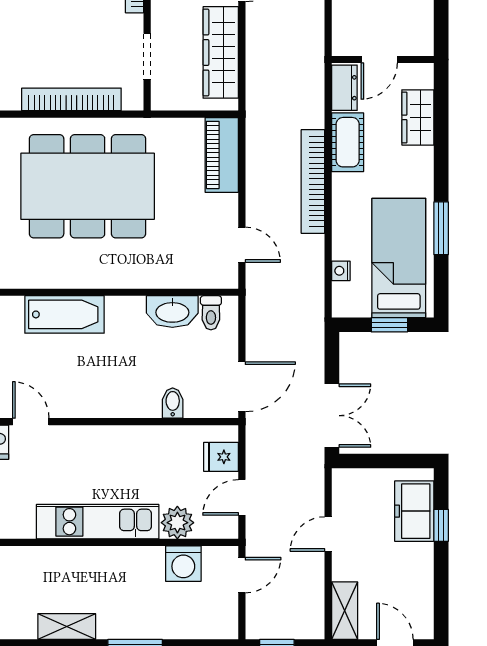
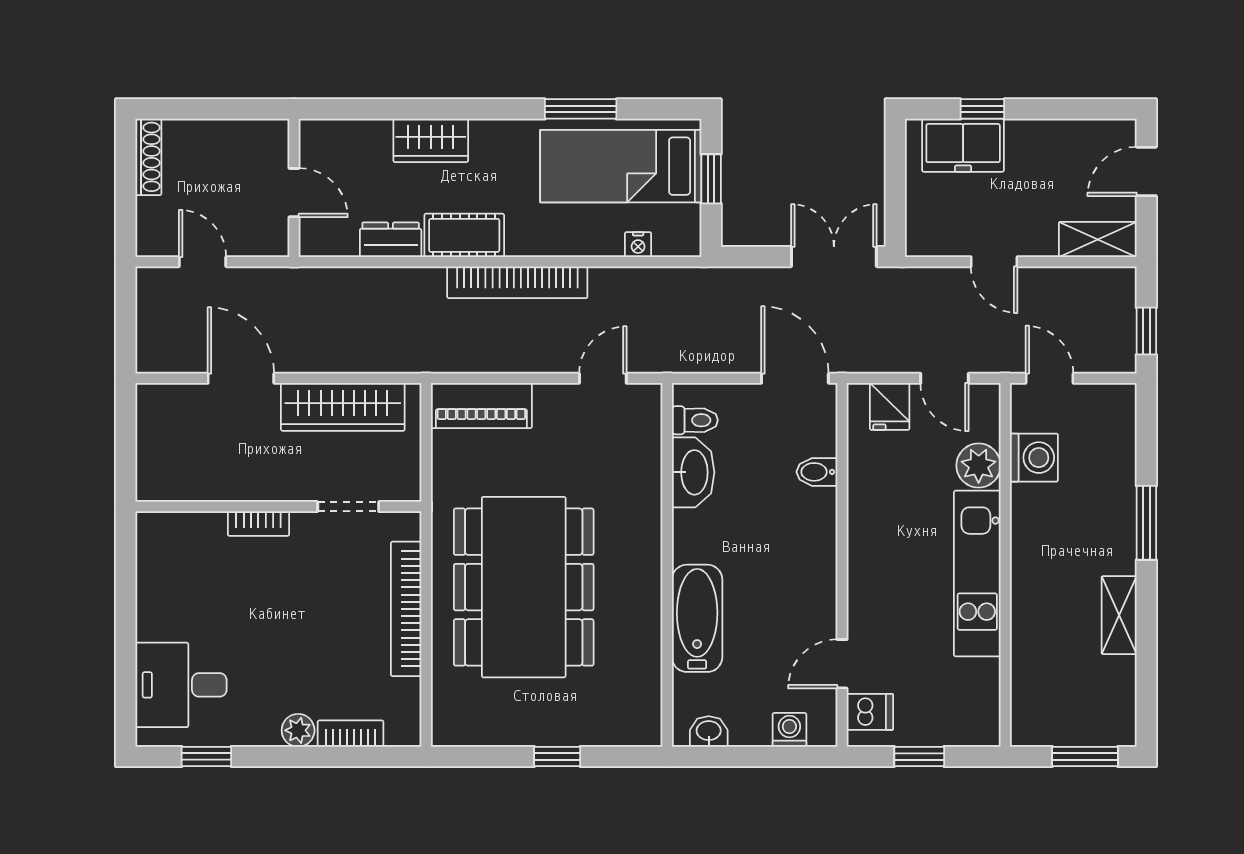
door: (379, 59) -> (294, 193), moved
wall: (383, 59) -> (294, 188), moved

